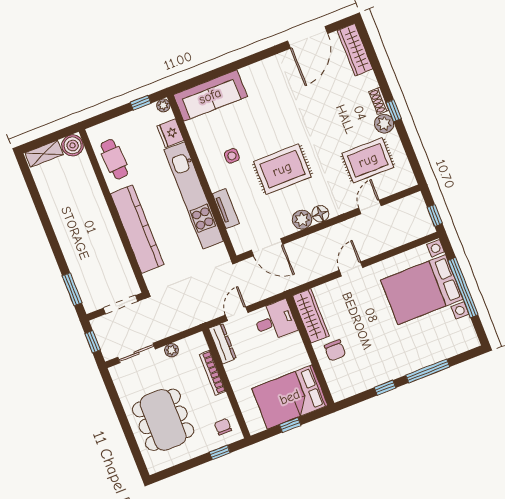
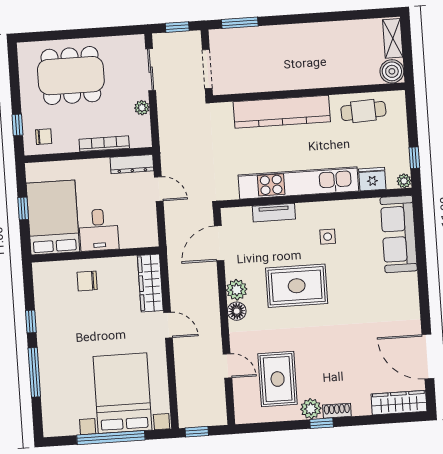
rug: (282, 169) -> (297, 286), turned 90
wardrobe: (311, 316) -> (150, 283), moved, turned 90
desk: (275, 321) -> (99, 230), moved

